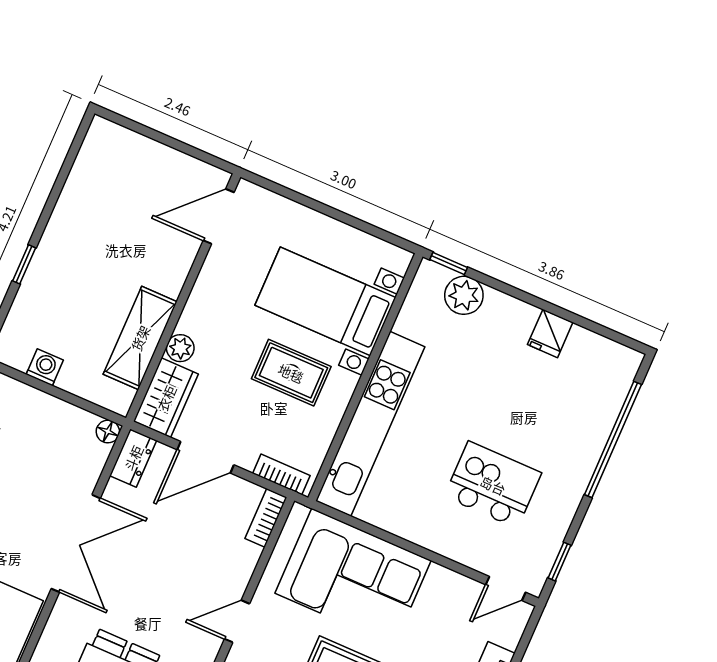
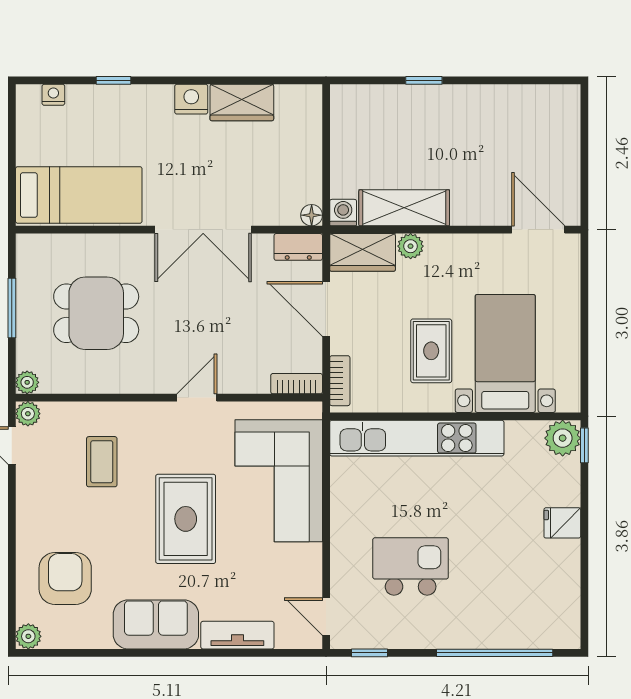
plant: (464, 295) -> (563, 438), moved
fridge: (550, 333) -> (562, 523), moved
washing machine: (45, 367) -> (343, 213), moved, turned -90
kitchen island: (493, 485) -> (411, 566), turned -90
door: (237, 621) -> (197, 398), hinge flipped

